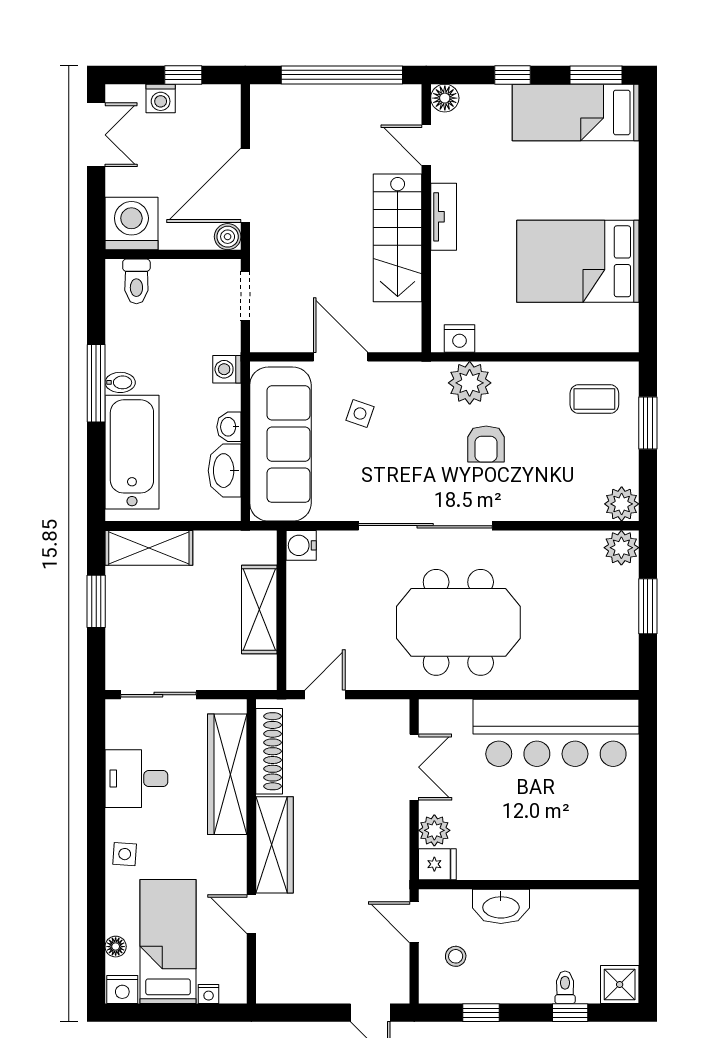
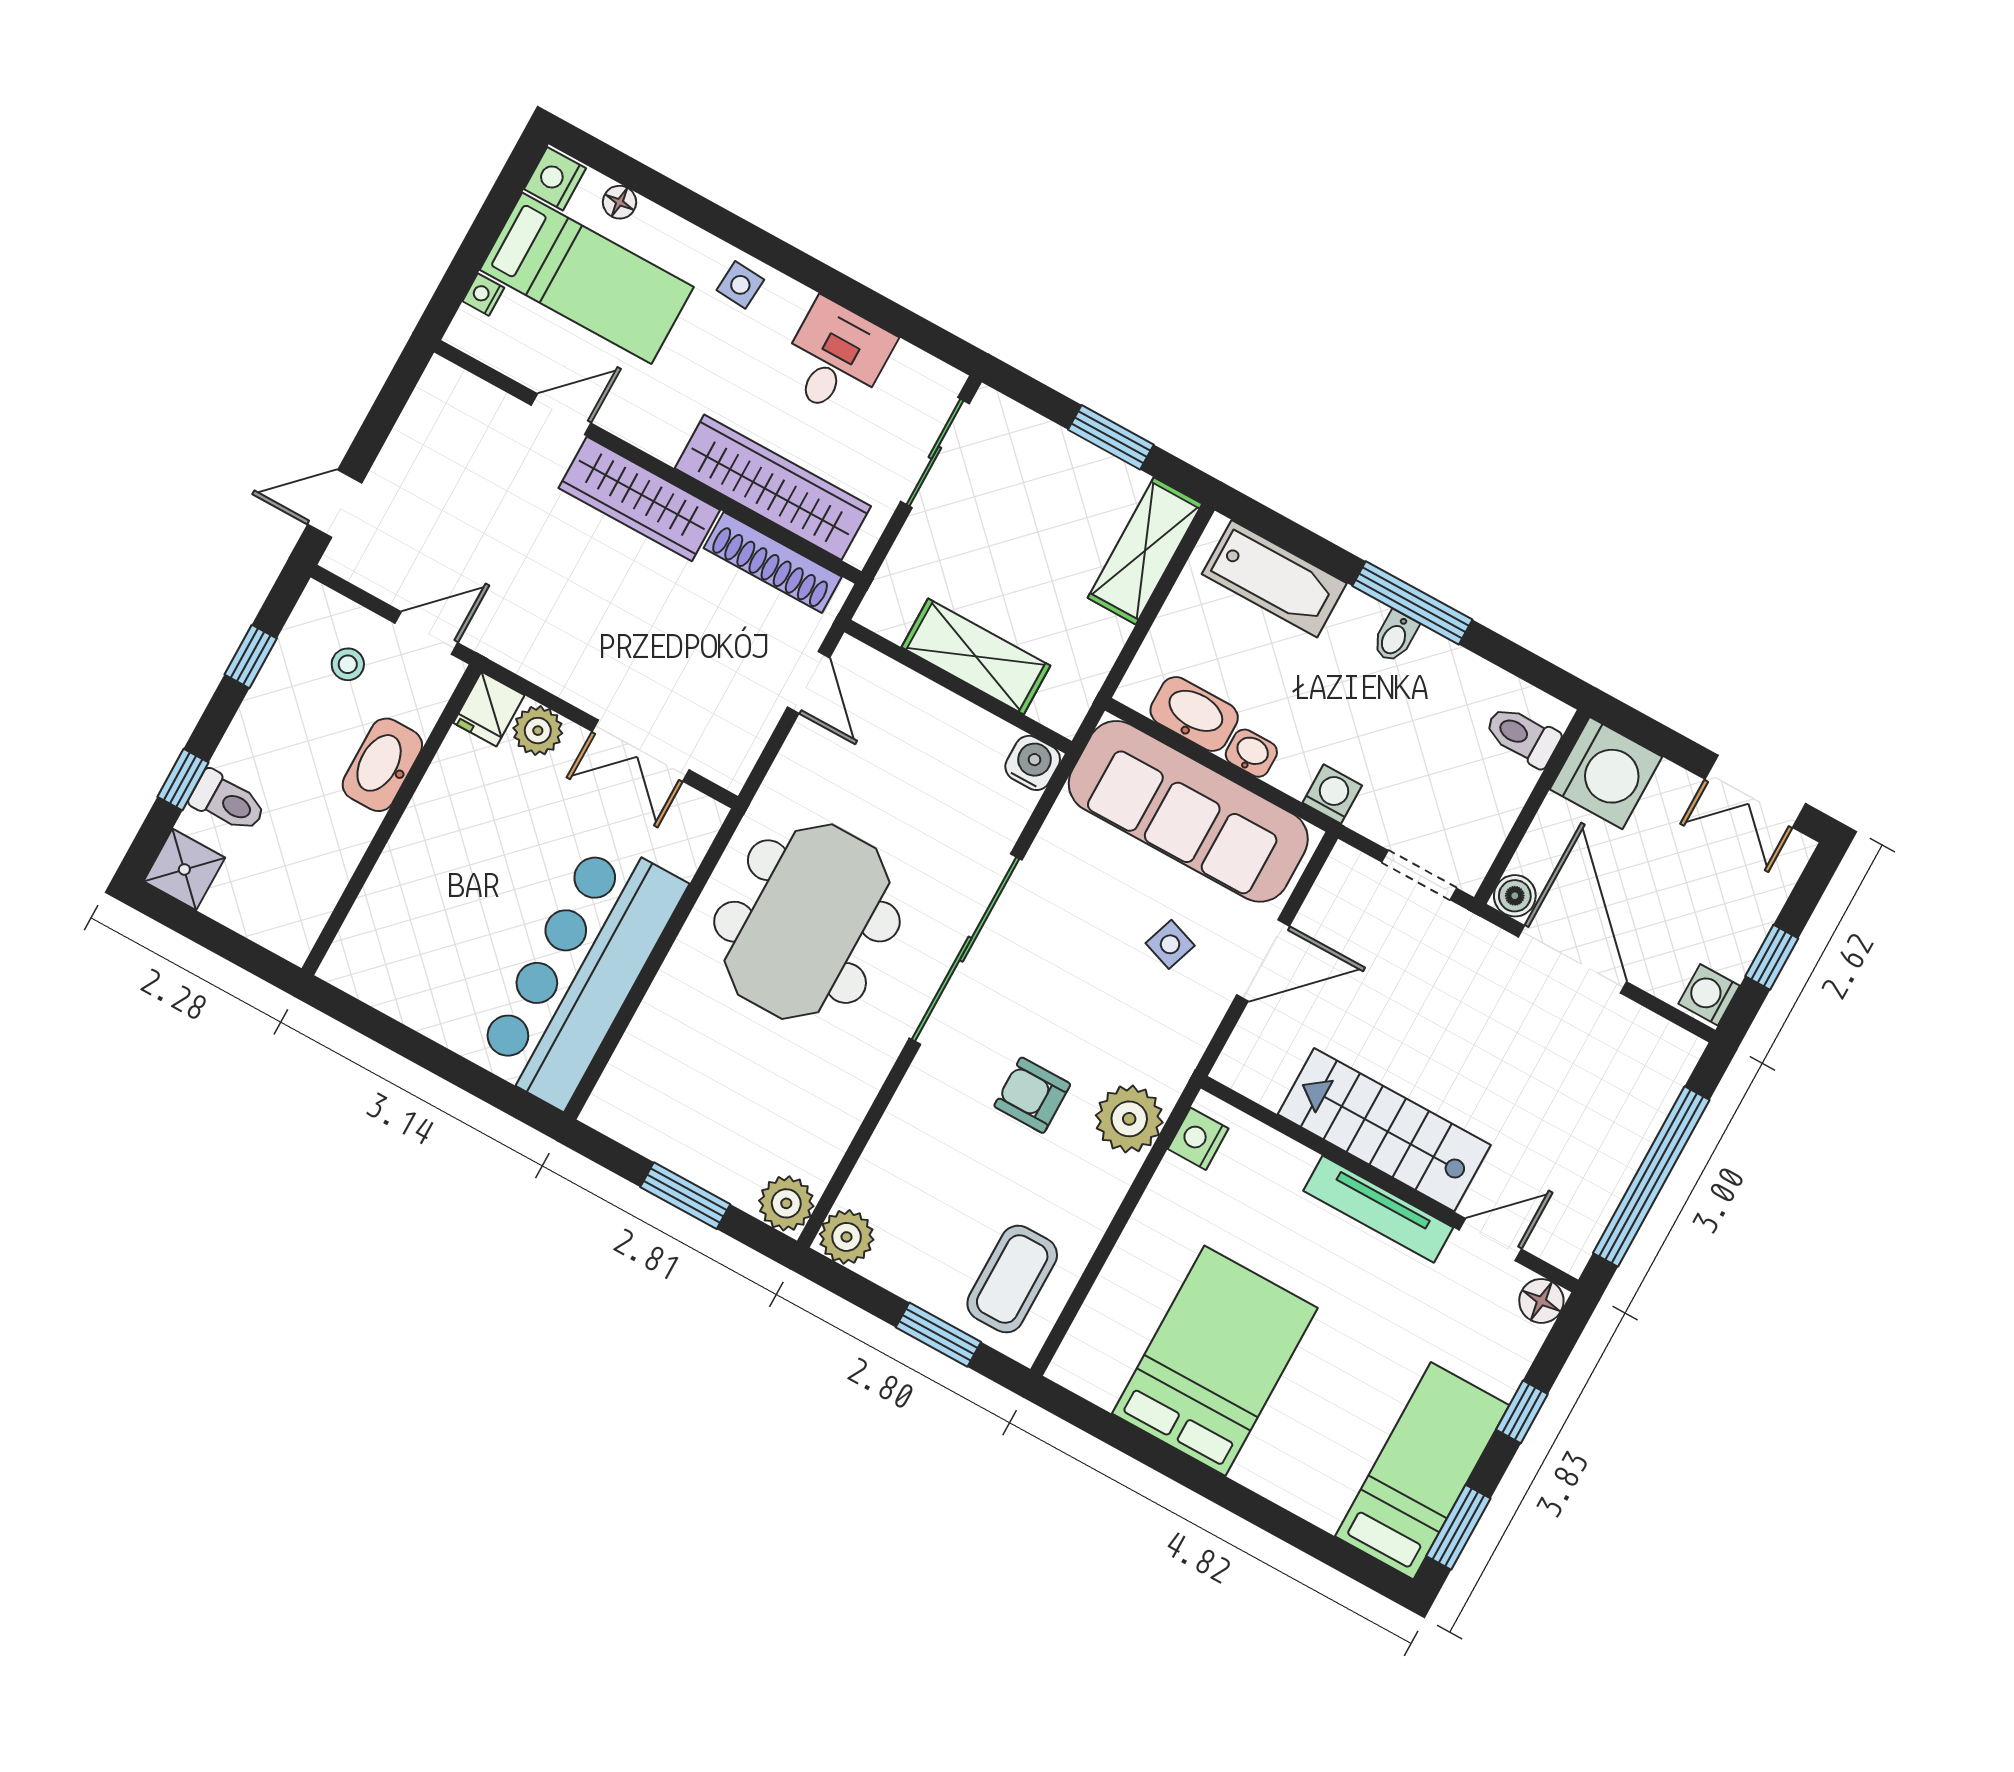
washing machine: (161, 98) -> (1709, 995), moved
tv unit: (444, 217) -> (1378, 1209), width x1.41
coffee table: (594, 399) -> (1012, 1279), width x1.36, depth x1.30
bathtub: (132, 452) -> (1274, 579), width x0.73, depth x0.73
toilet: (565, 987) -> (228, 802), width x1.37, depth x1.39

